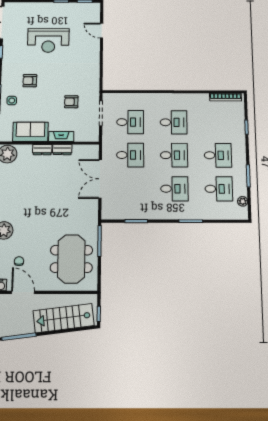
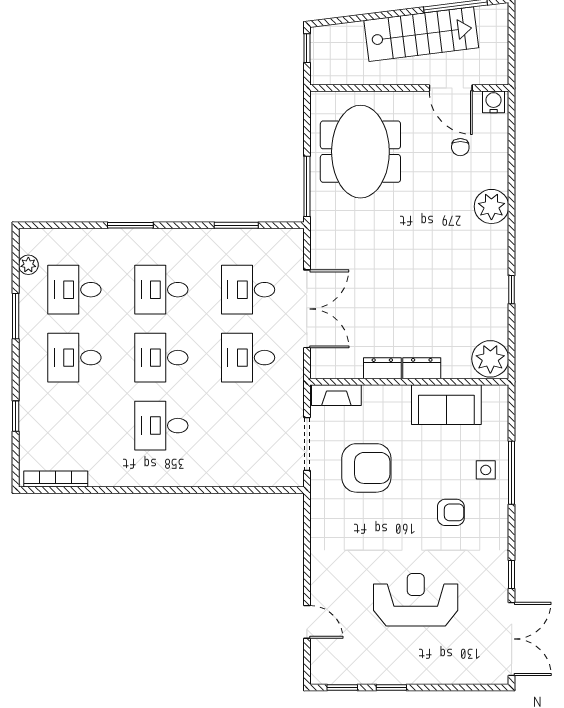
armchair: (71, 102) -> (366, 468), width x1.88, depth x1.88
desk: (130, 122) -> (248, 290), moved
fireplace: (61, 137) -> (336, 395), moved
stairs: (64, 318) -> (421, 34), moved

